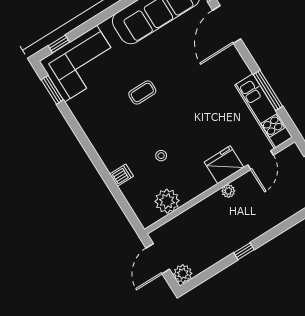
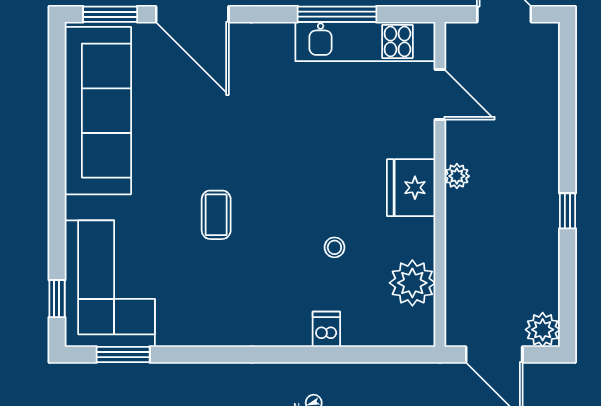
fridge: (224, 165) -> (411, 188), moved

